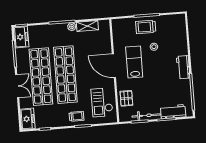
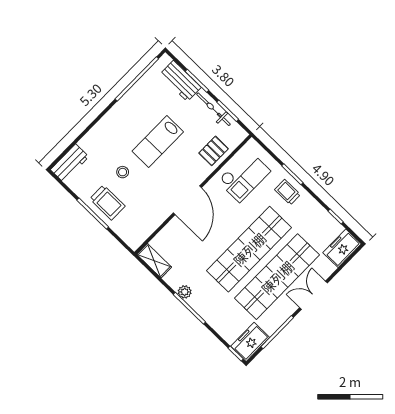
shelving: (87, 26) -> (154, 261), moved
lab bench: (134, 62) -> (158, 141), moved
workbench: (183, 67) -> (70, 163), moved

